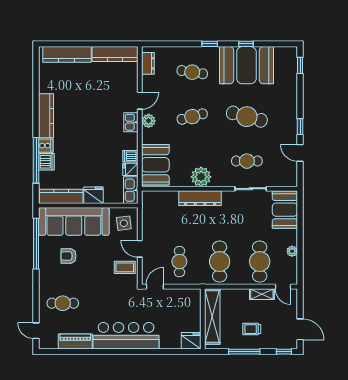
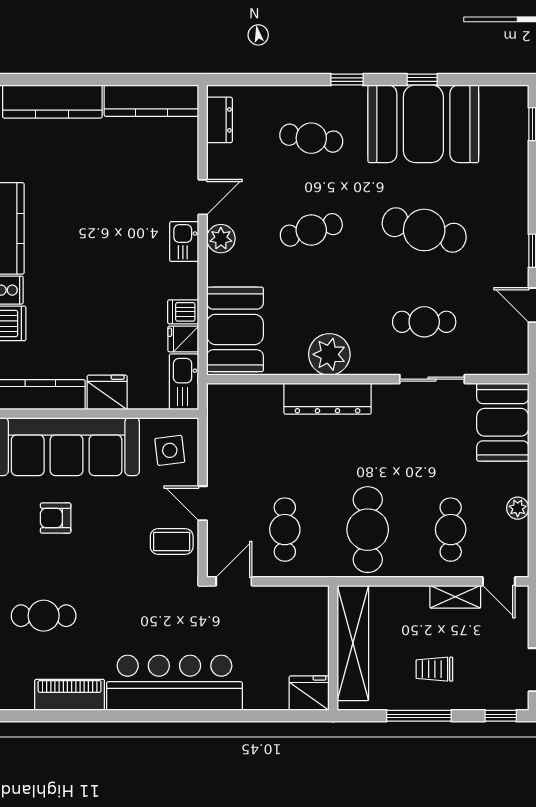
cafe table: (260, 262) -> (451, 530), width x0.73, depth x0.74

